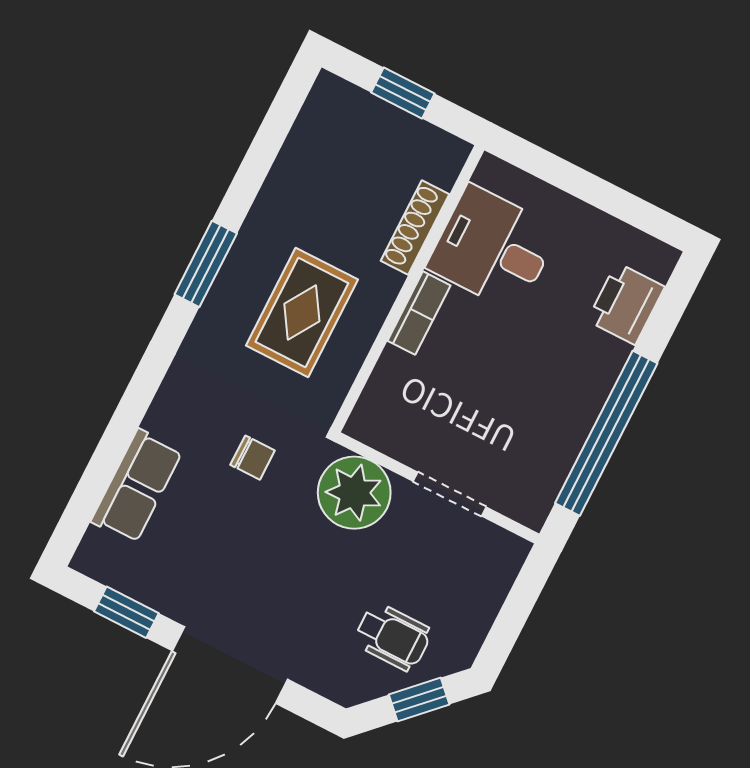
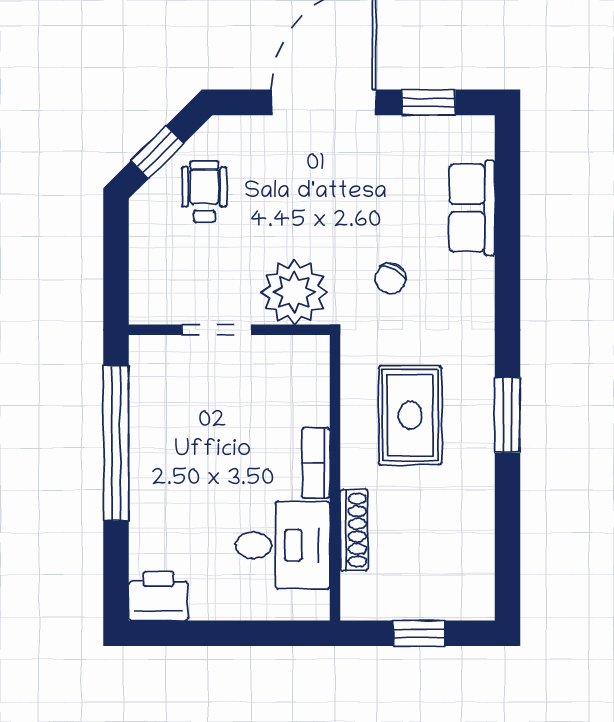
printer: (626, 304) -> (158, 596), moved, turned -90
chair: (253, 458) -> (390, 278), turned -63
wheelchair: (393, 637) -> (204, 192), turned 90

